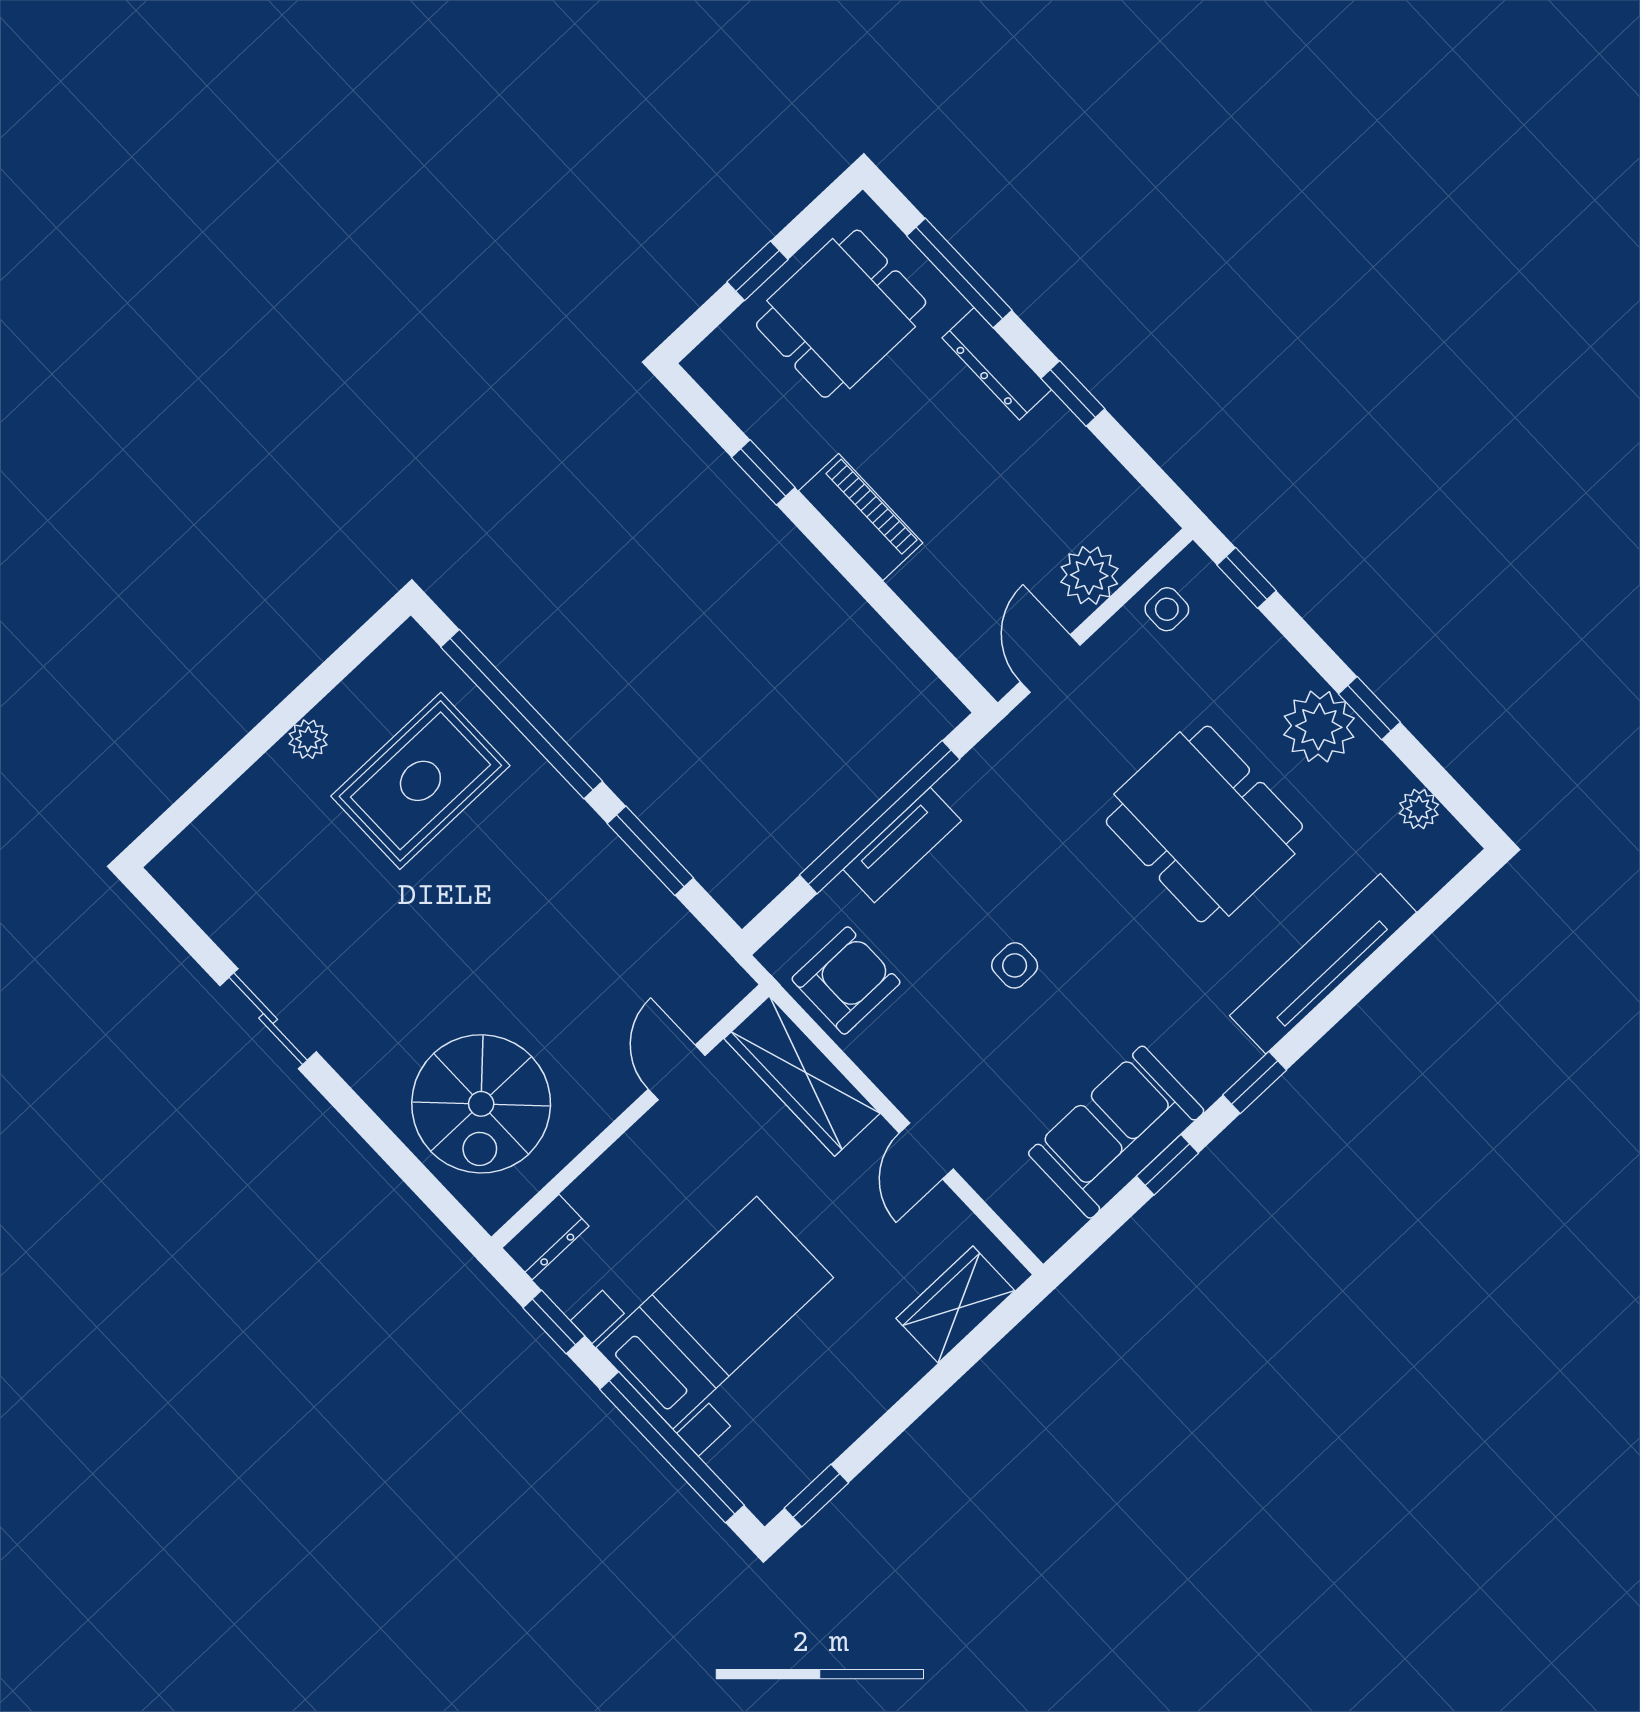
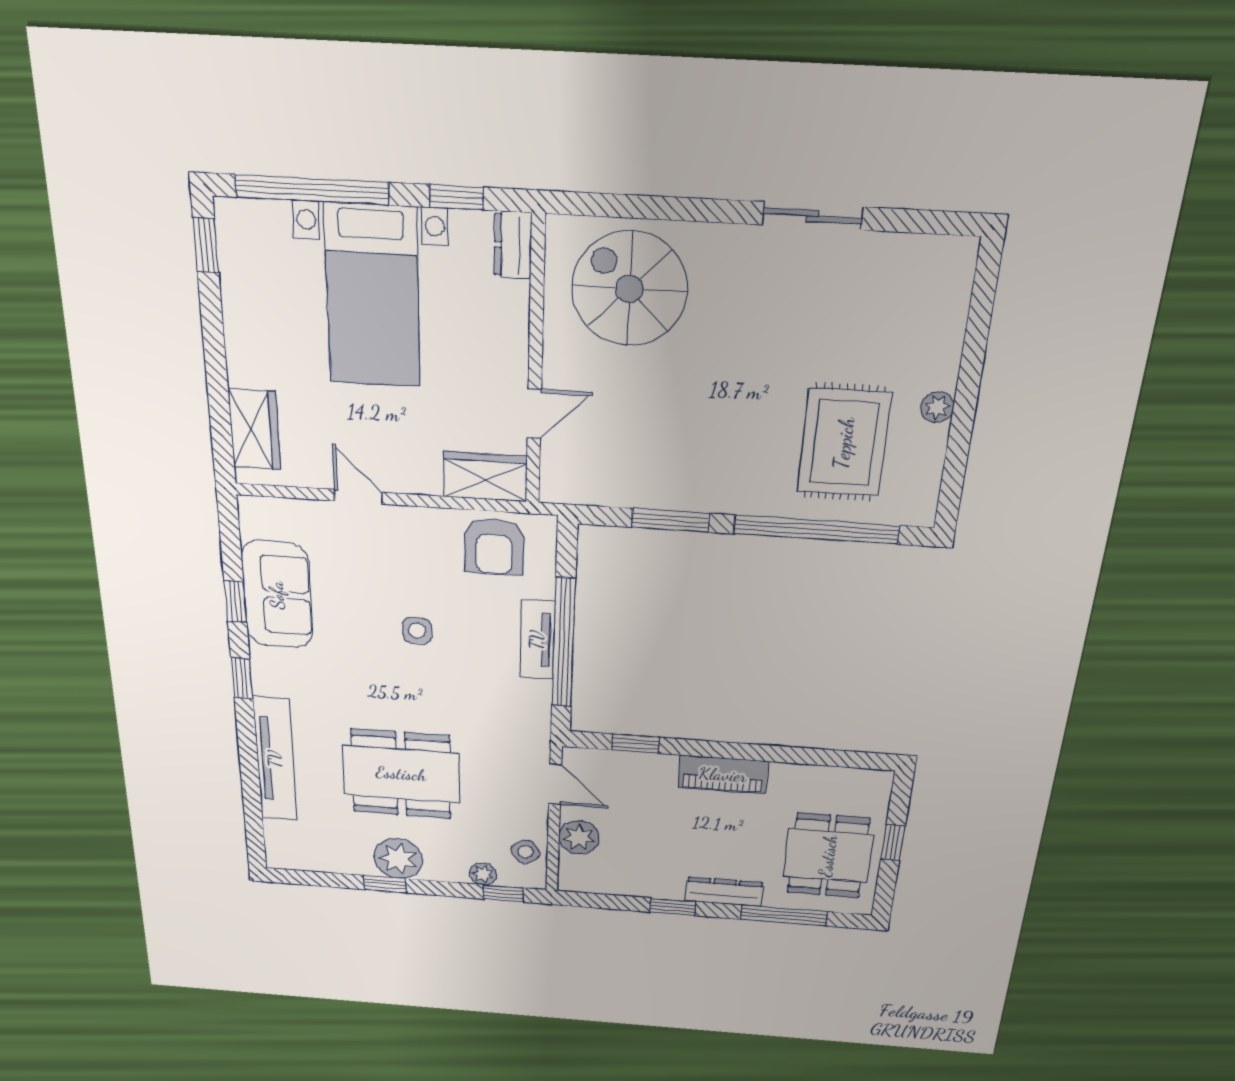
window: (763, 472) -> (635, 744), moved
side table: (1167, 609) -> (525, 852), turned -33
plant: (1419, 809) -> (483, 874), moved
door: (677, 1072) -> (534, 414), hinge flipped
wardrobe: (802, 1076) -> (485, 477), width x0.67

